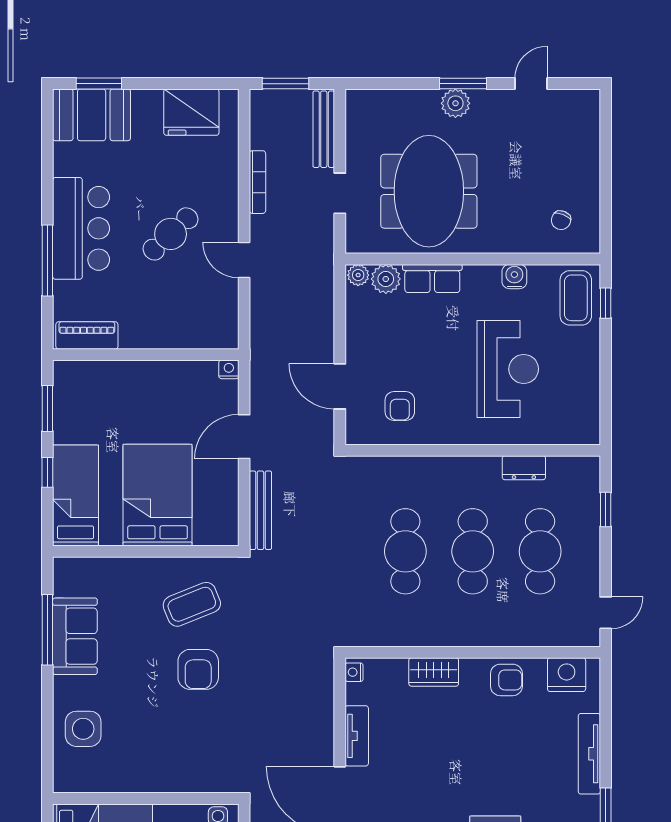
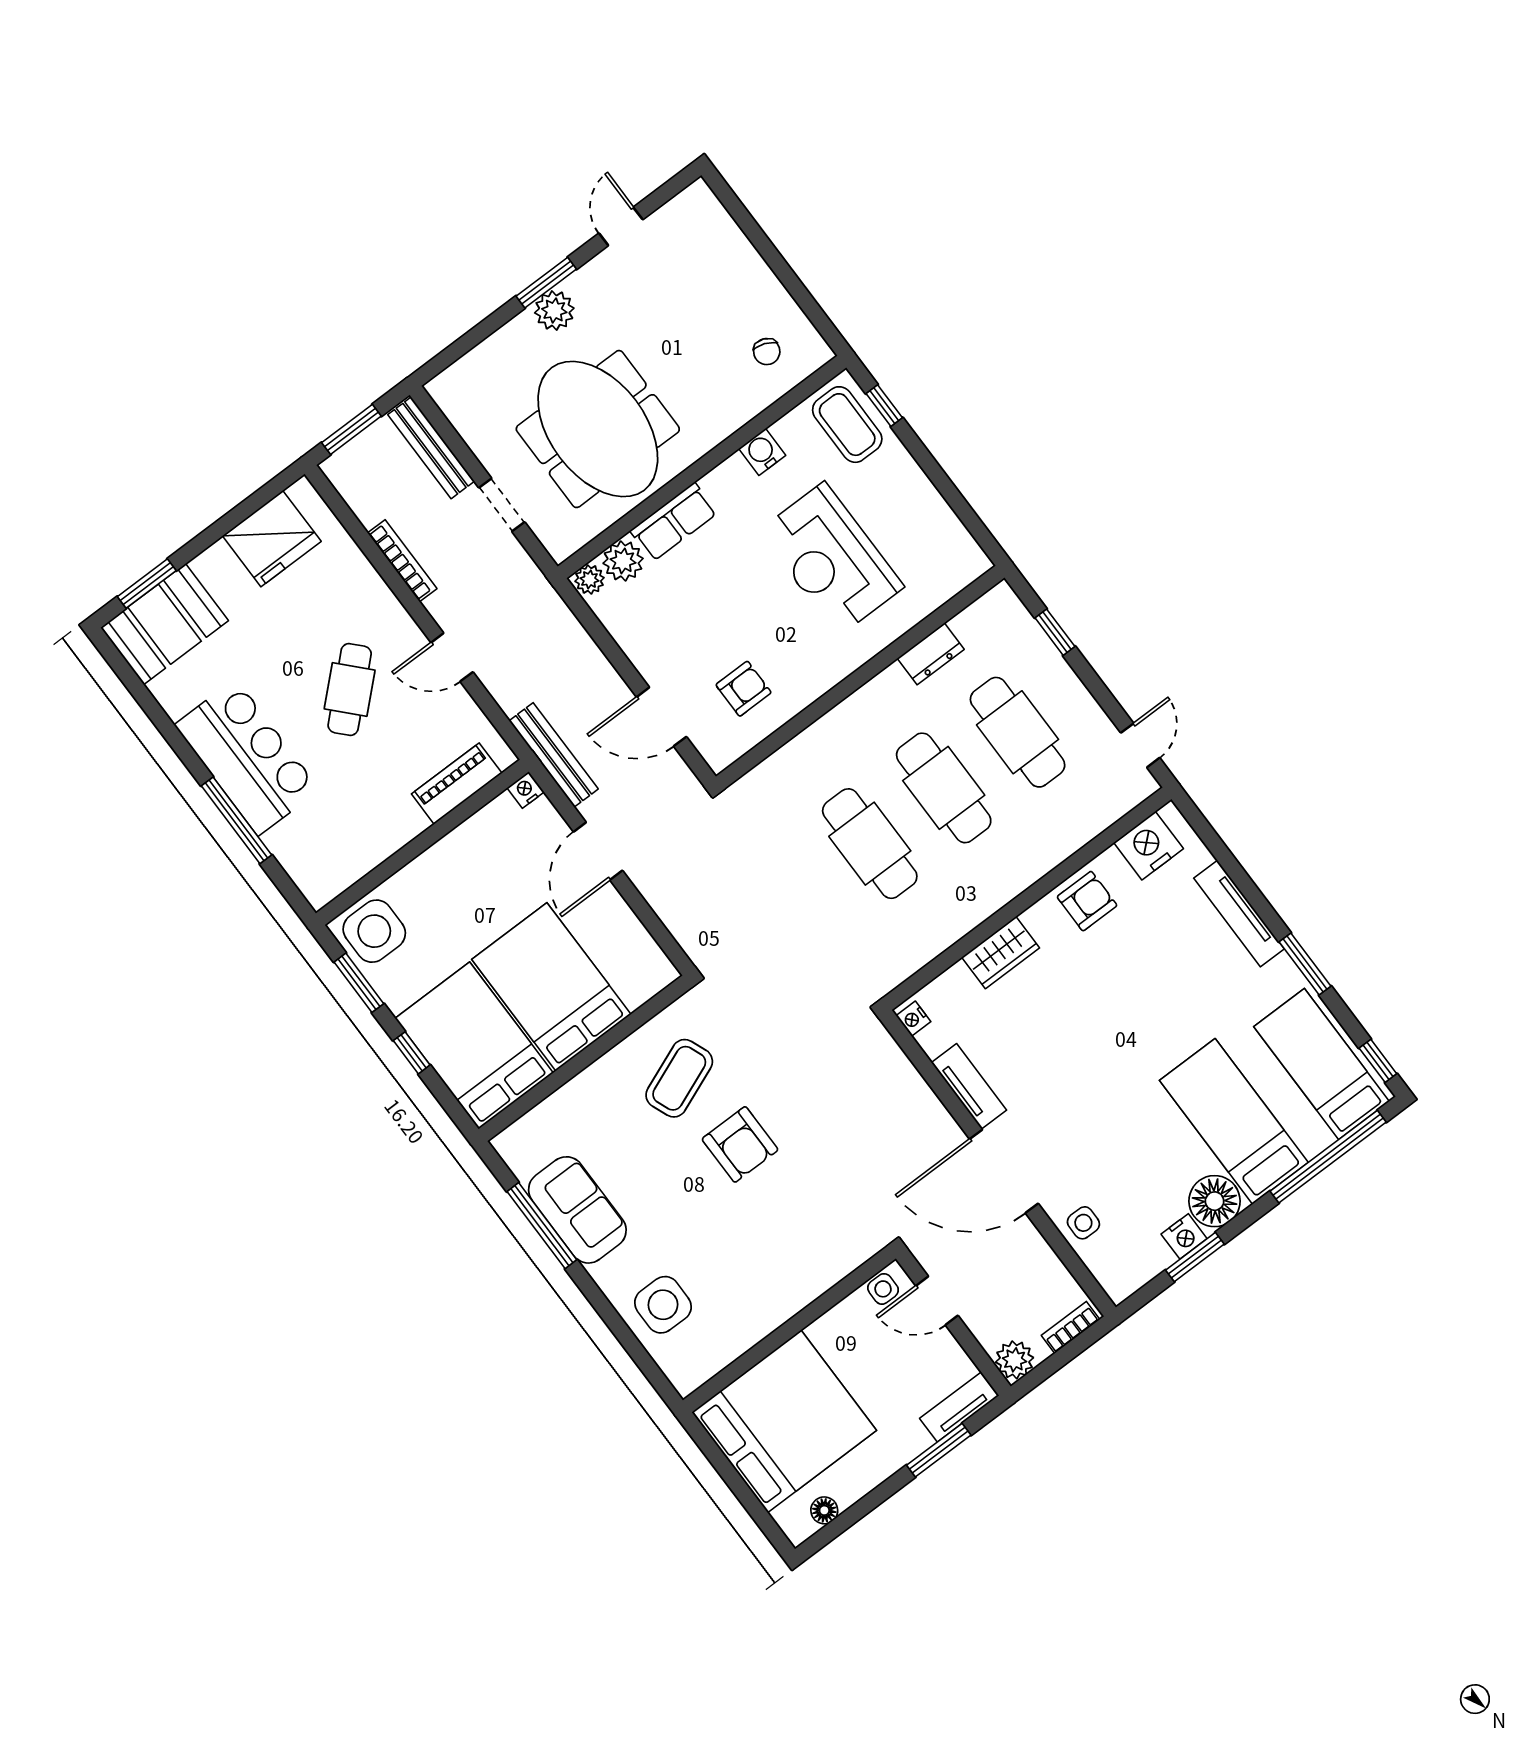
piano: (87, 335) -> (457, 784), moved
reception desk: (508, 369) -> (831, 559), turned 180
side table: (79, 385) -> (374, 931), added
armchair: (400, 406) -> (744, 689), turned -90
bed: (76, 495) -> (474, 1046), width x1.50
bench: (260, 510) -> (554, 755), moved

